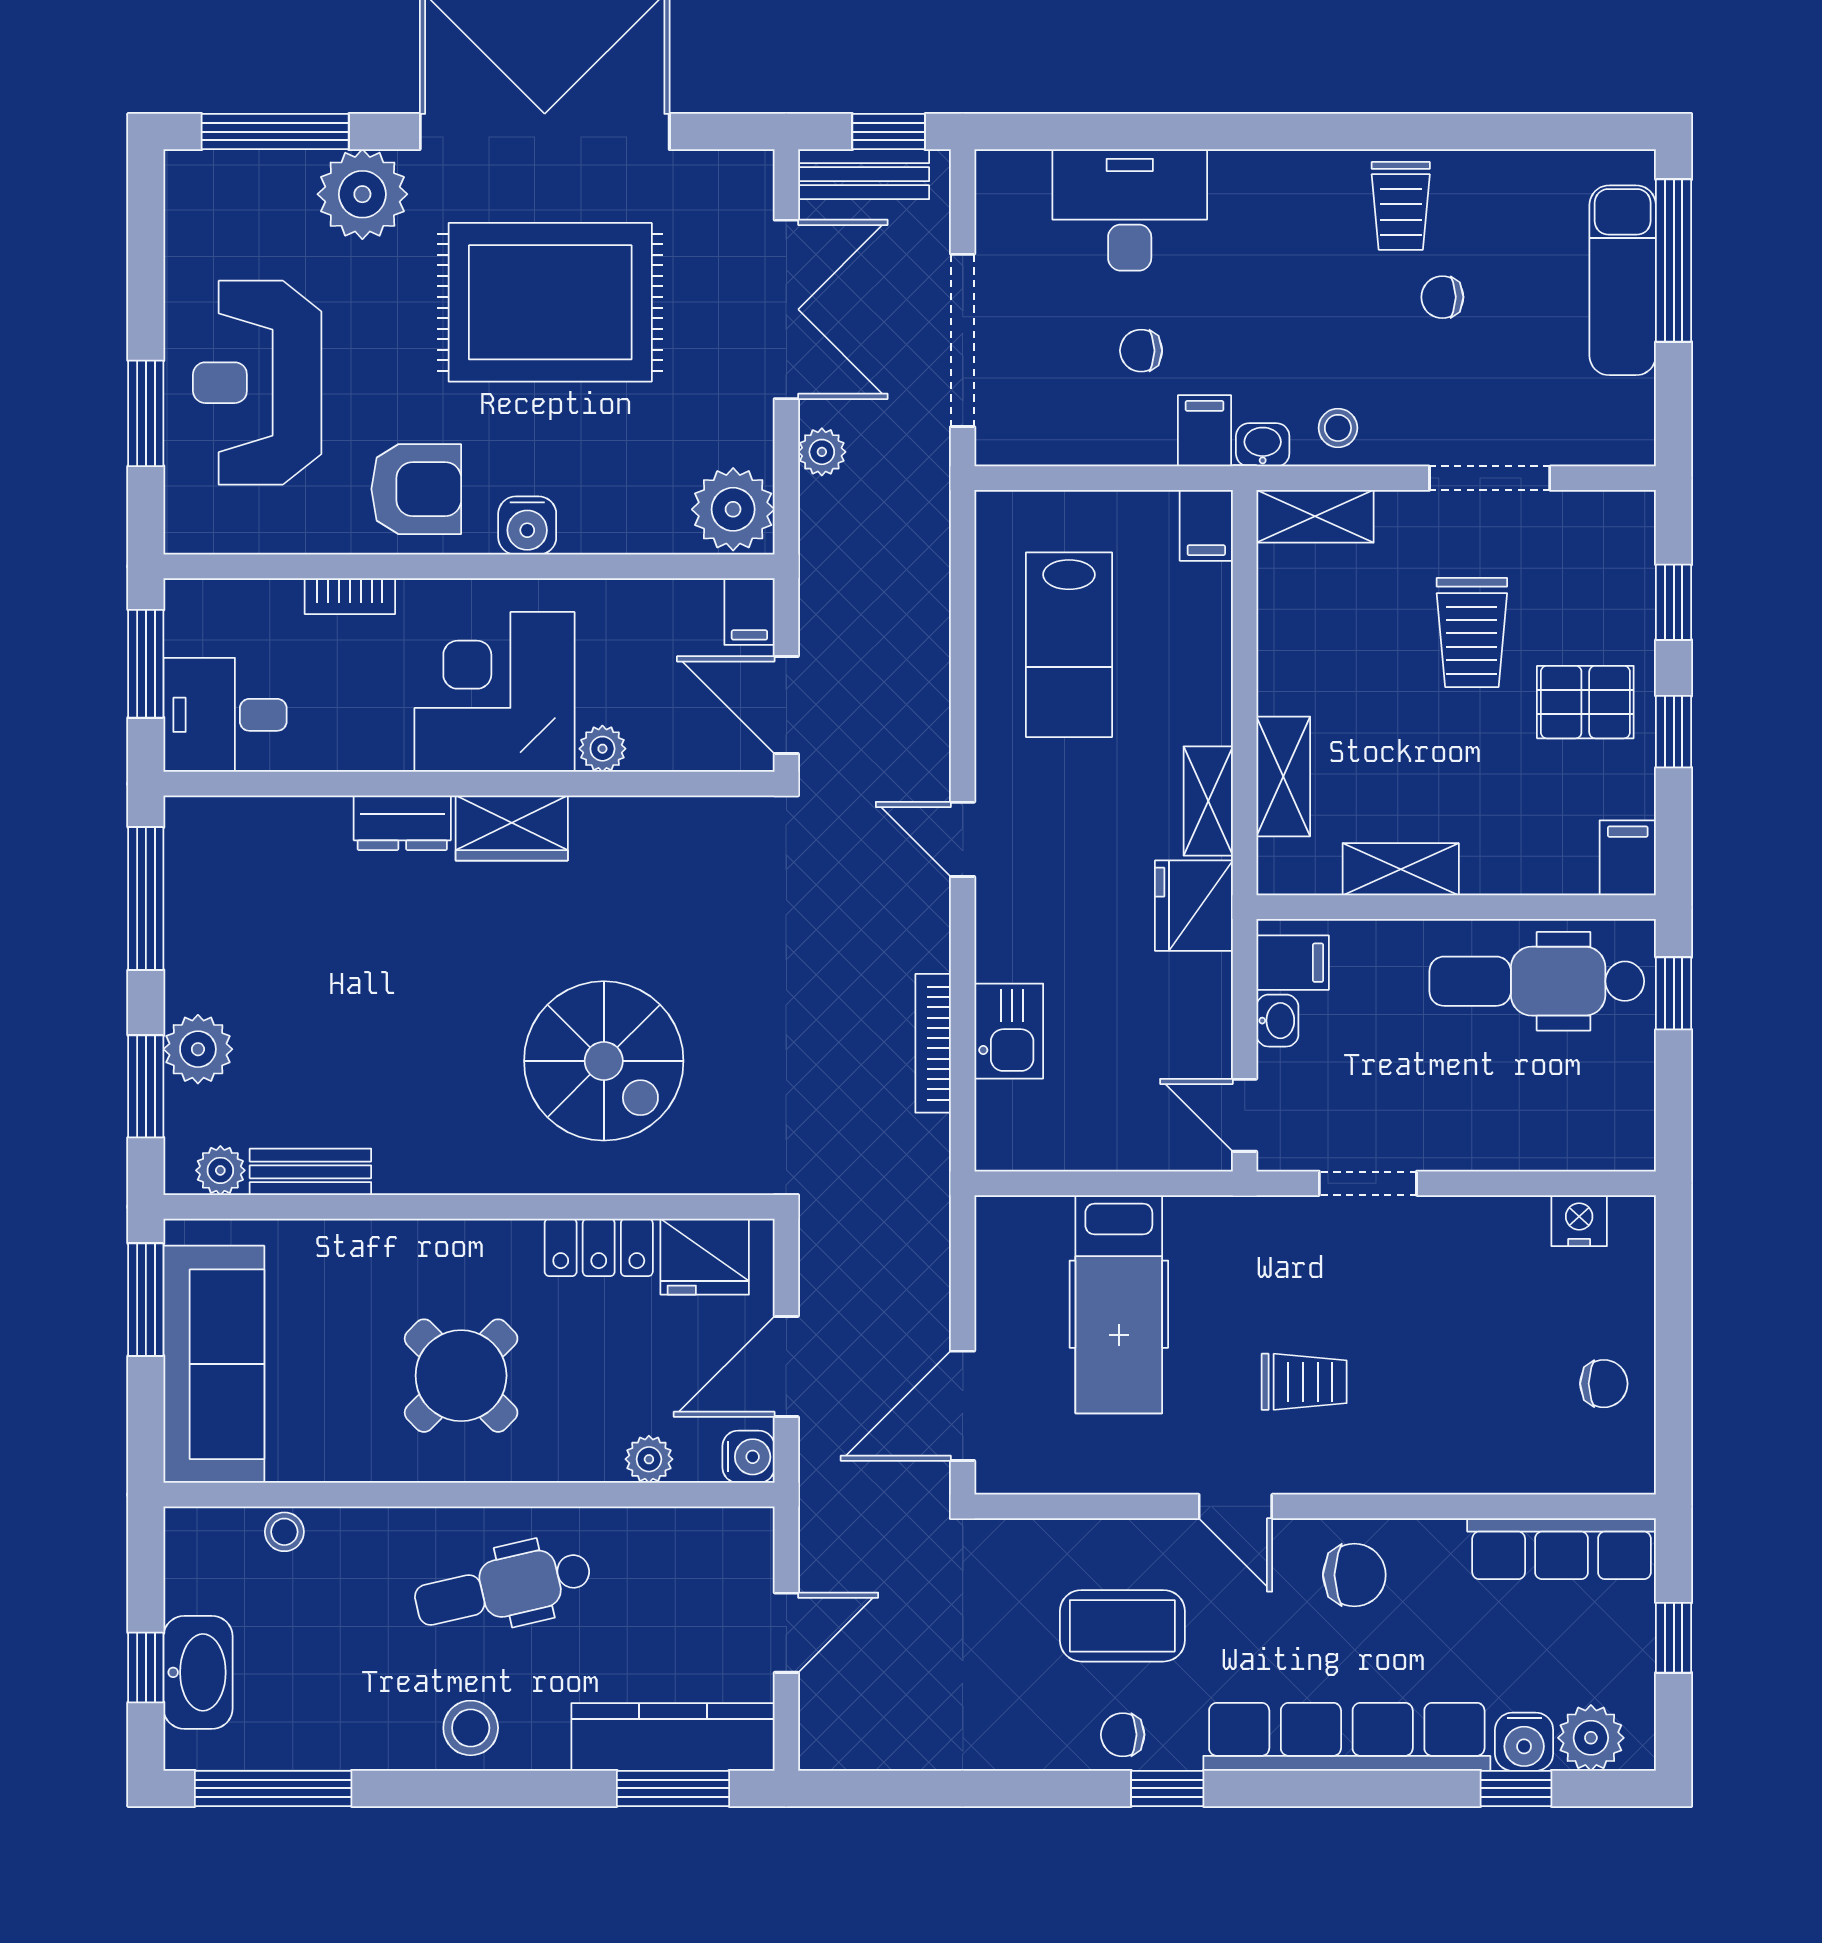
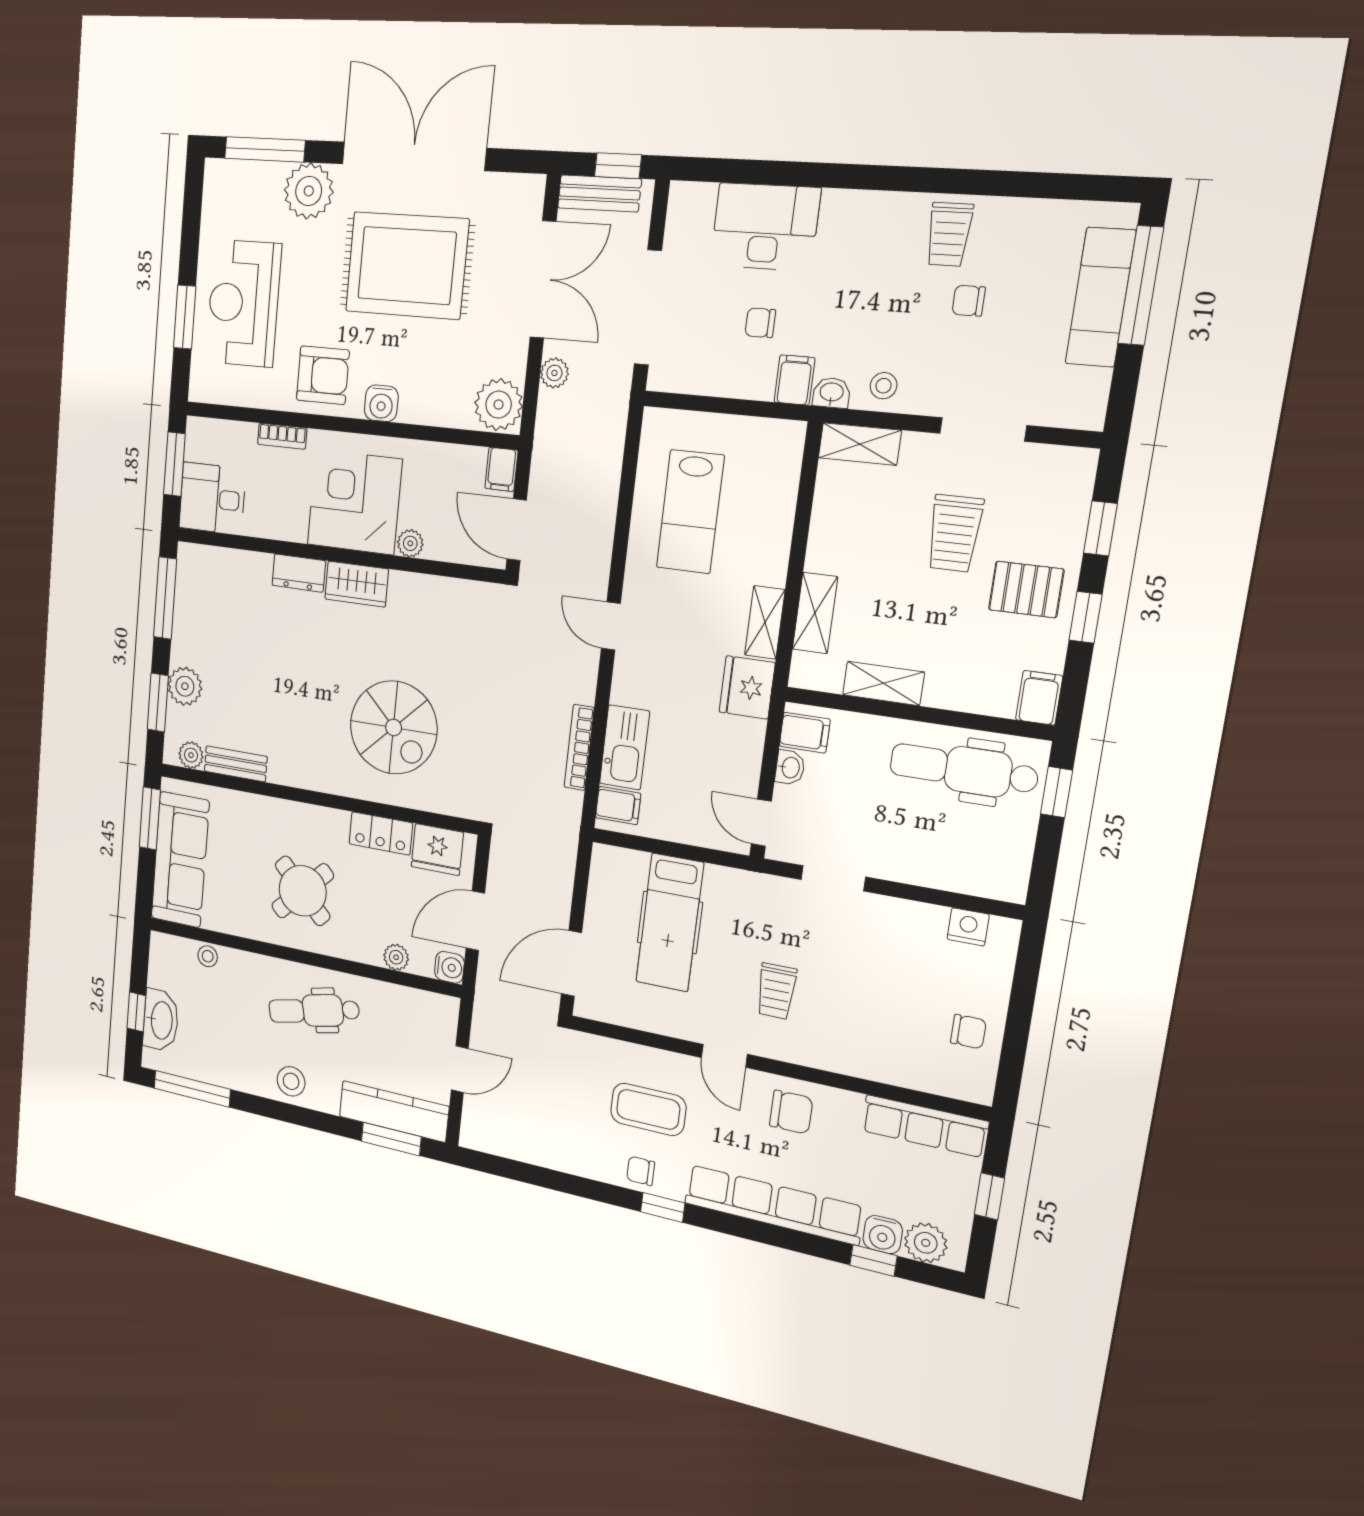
filing cabinet: (1206, 525) -> (618, 806), moved, turned -90
kitchen sink: (1009, 1031) -> (624, 747), width x1.38
trolley: (1304, 1382) -> (776, 991), turned 90

